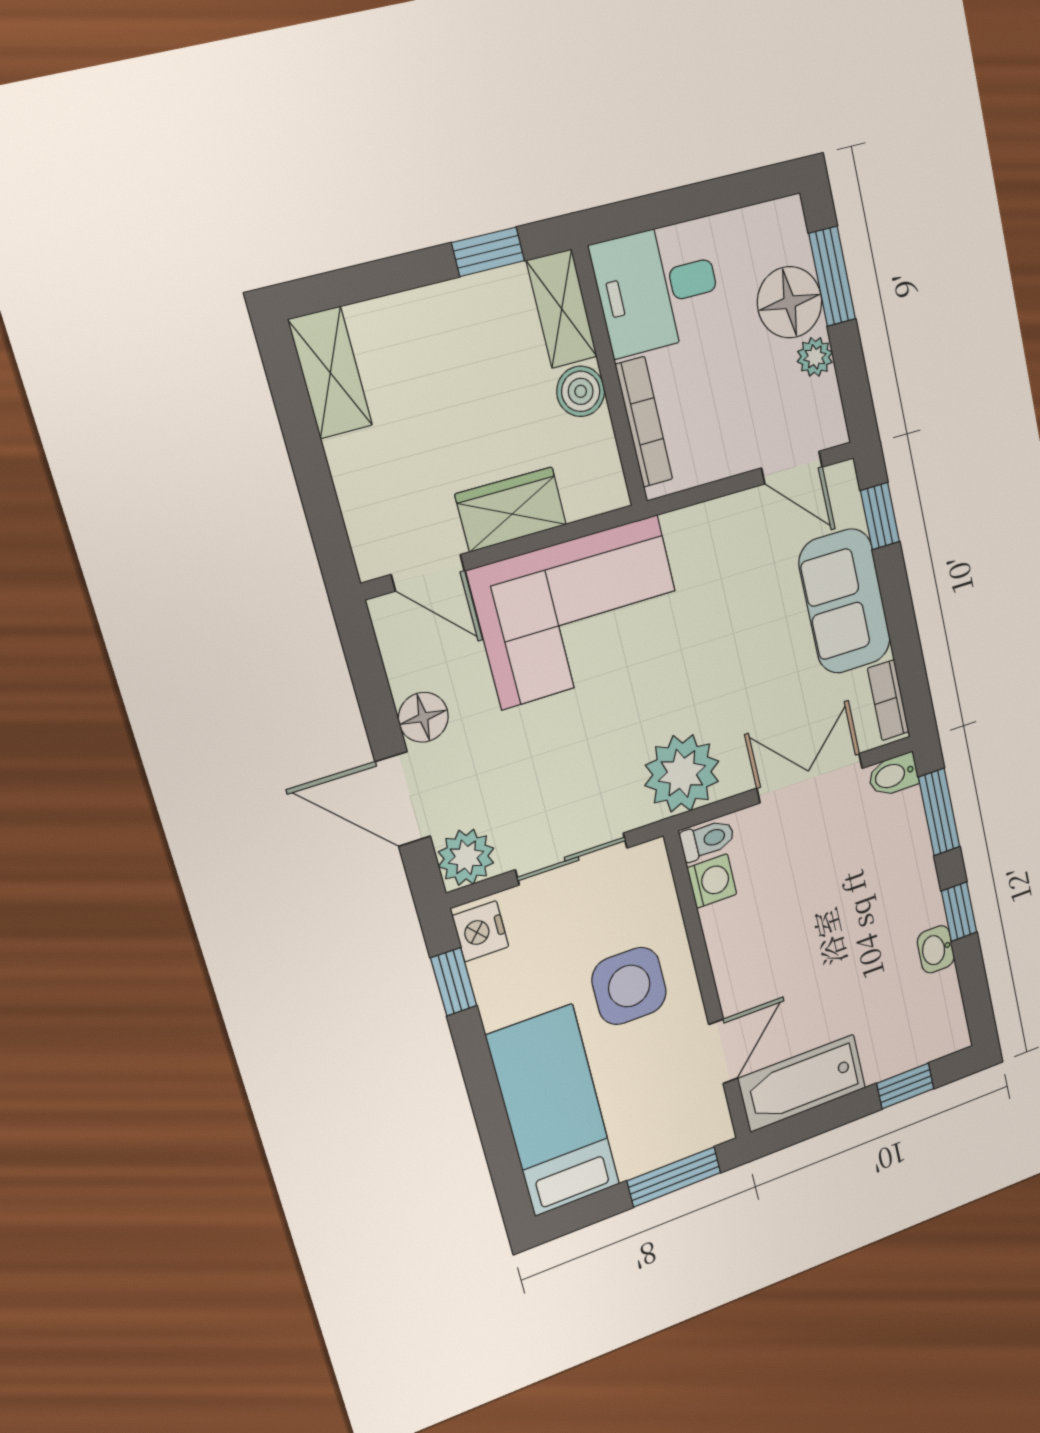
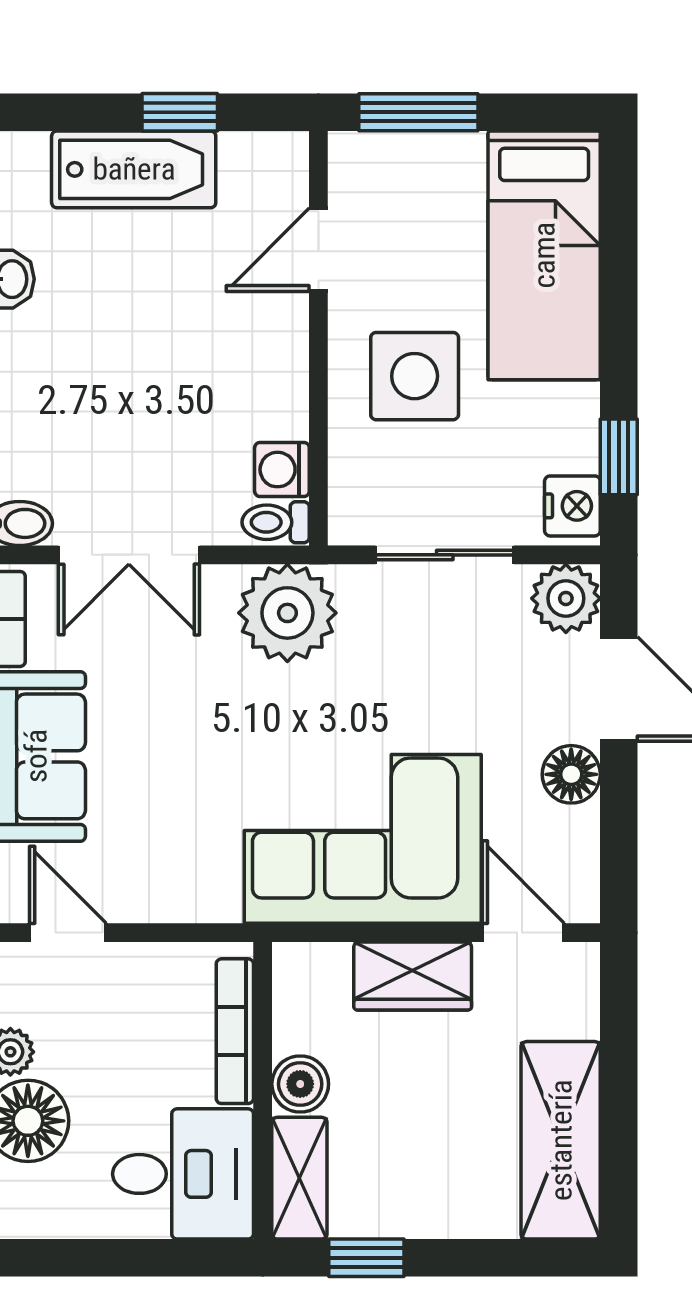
shelving: (330, 373) -> (561, 1140), width x1.50, depth x1.33
bathtub: (802, 1083) -> (134, 169), moved
window: (905, 1086) -> (180, 112), moved

